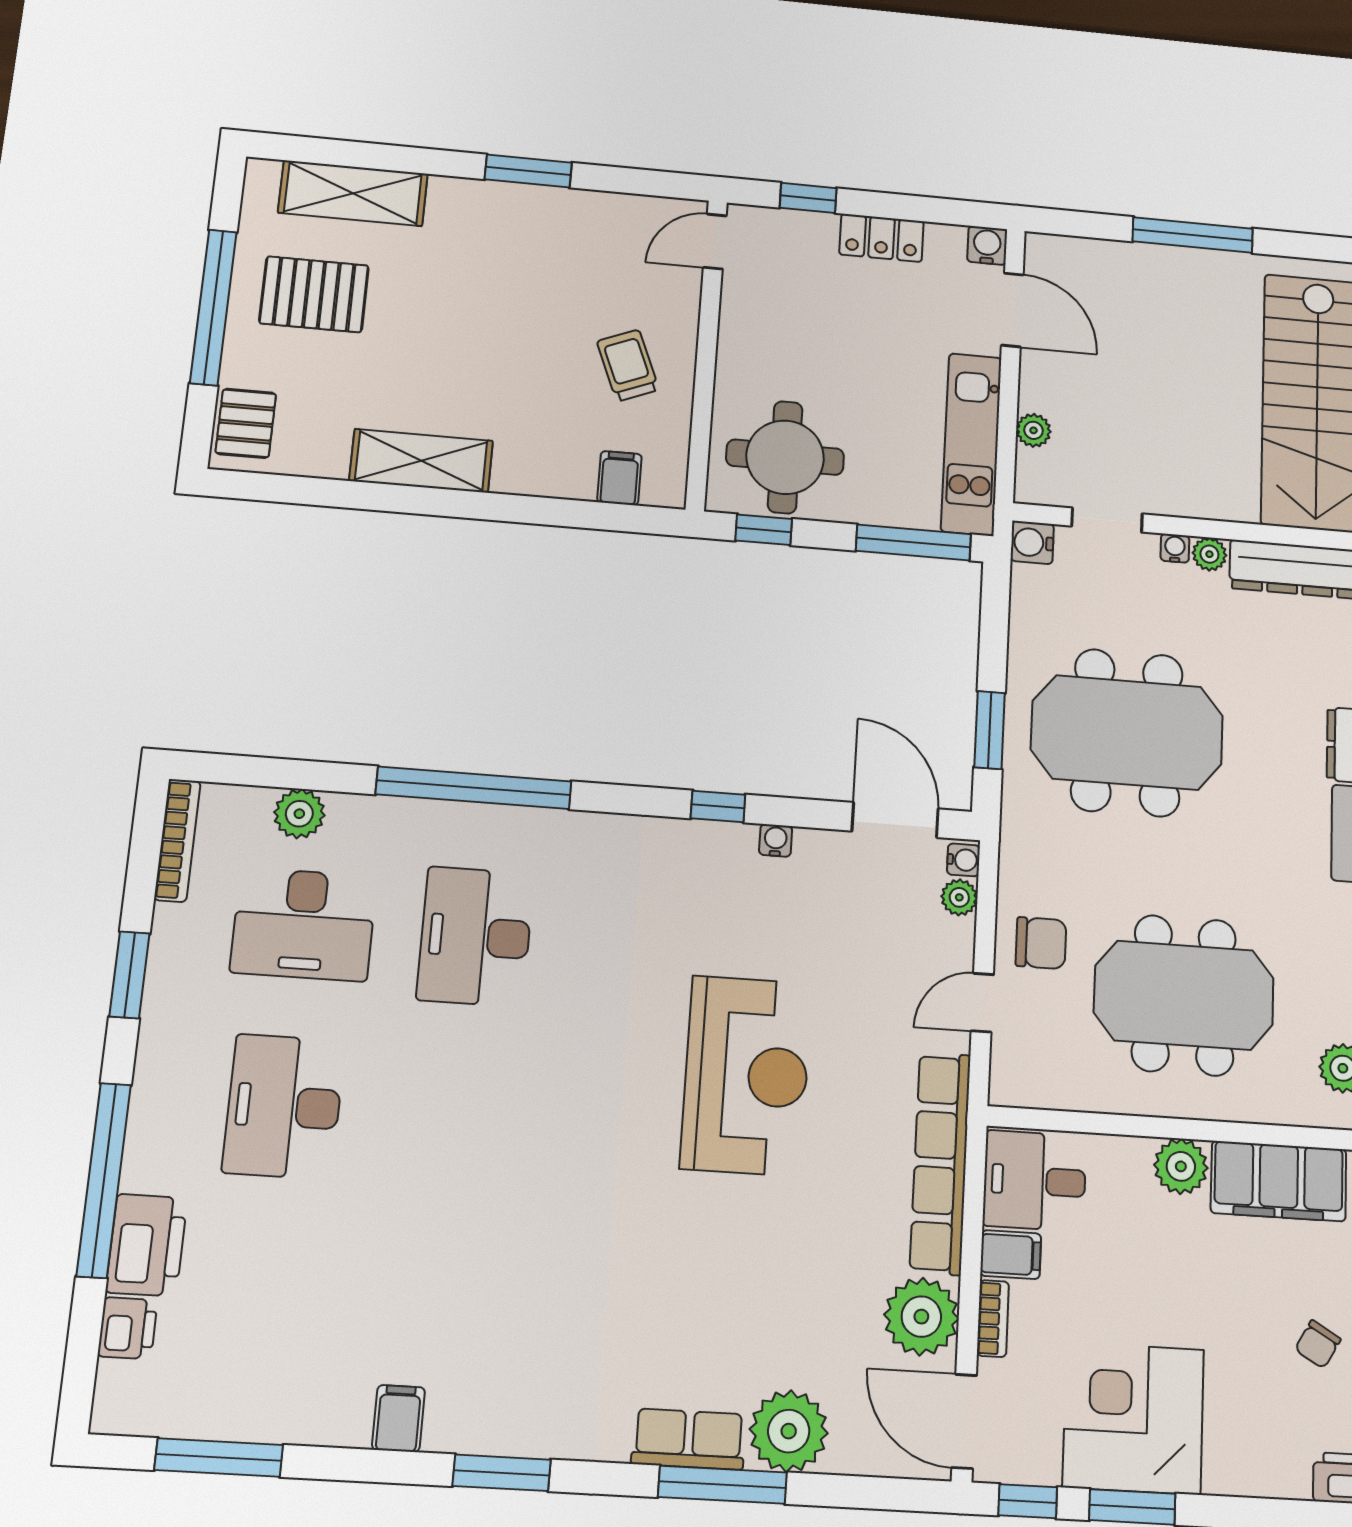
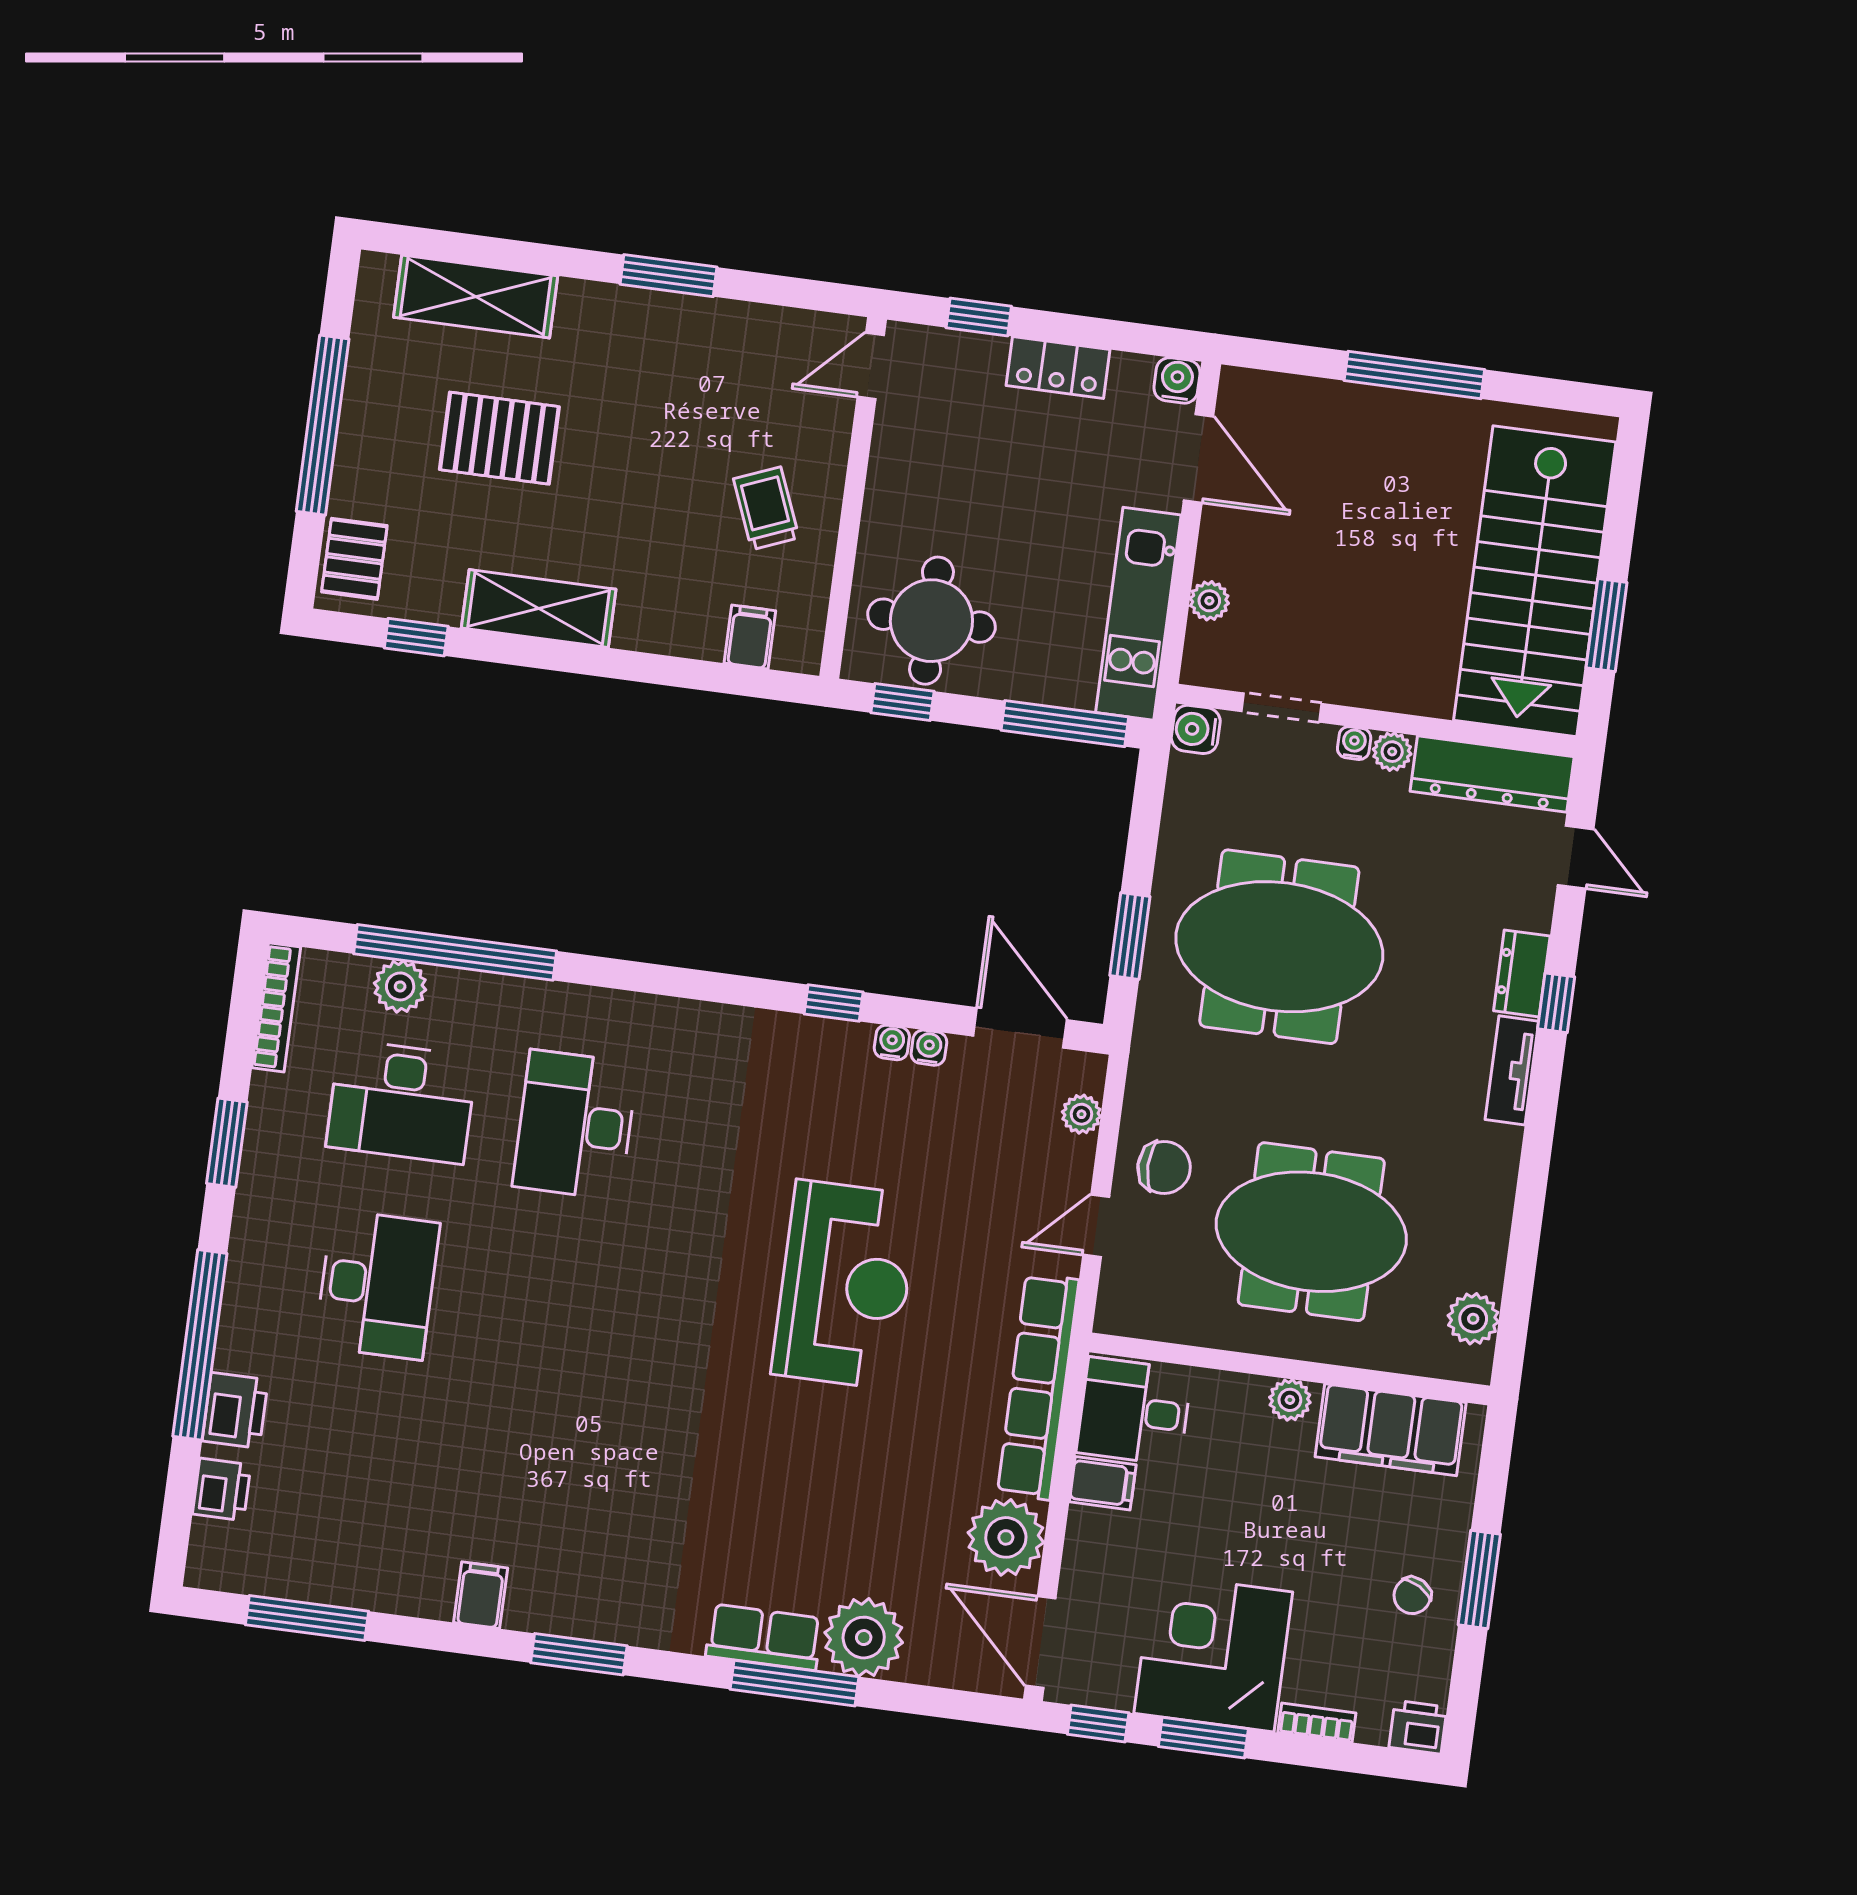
pallet: (314, 294) -> (499, 438), moved
window: (306, 491) -> (416, 637), added
window: (474, 788) -> (455, 952), moved
water cooler: (963, 860) -> (929, 1048), moved, turned -90
desk: (284, 1106) -> (377, 1285), turned 180
plant: (1181, 1166) -> (1290, 1400), width x0.73, depth x0.73
printer: (147, 1245) -> (235, 1410), width x0.73, depth x0.84
bookcase: (993, 1319) -> (1317, 1723), moved, turned -90

